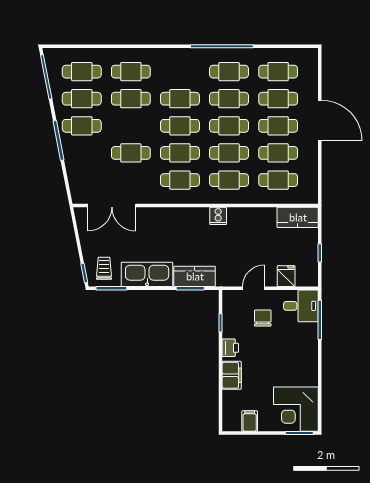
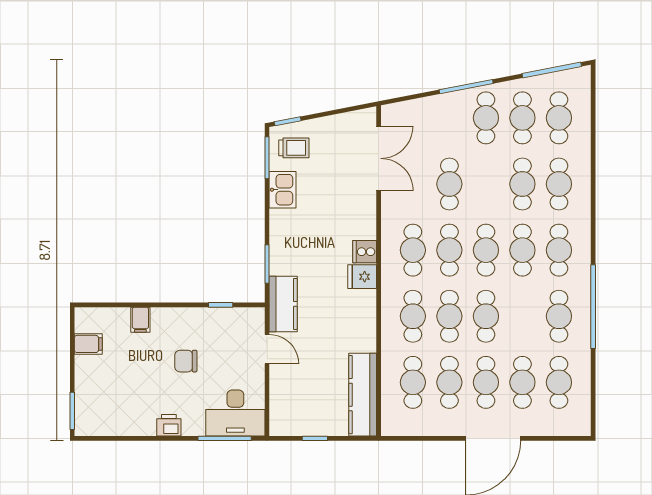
cafe table: (229, 99) -> (559, 250), moved
double door: (112, 205) -> (379, 158), swing flipped
cooker: (218, 216) -> (365, 252), moved
kitchen counter: (298, 217) -> (363, 395), width x1.50
kitchen sink: (147, 274) -> (283, 190), width x0.53, depth x0.81
kitchen counter: (195, 276) -> (283, 304), moved
fridge: (286, 276) -> (362, 277), moved, turned 180
desk: (301, 306) -> (235, 413), width x1.37
chair: (263, 318) -> (186, 361), moved, turned 180
printer: (230, 348) -> (169, 425), moved, turned 180
filing cabinet: (232, 375) -> (140, 320), width x0.50
corner desk: (296, 409) -> (104, 406), removed

